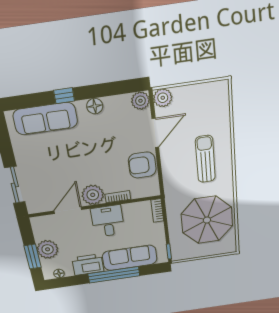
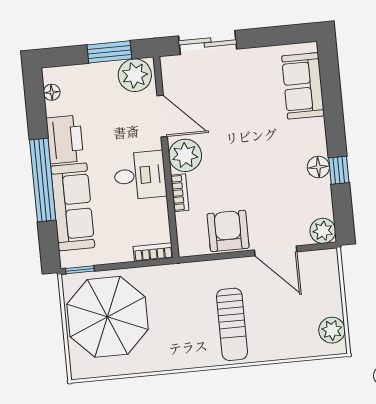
window: (64, 96) -> (339, 170), moved
plant: (163, 98) -> (332, 330), moved
sofa: (45, 119) -> (303, 86), width x0.73
sun lounger: (205, 159) -> (232, 324), turned 90
parasol: (207, 220) -> (108, 317), moved
plant: (48, 249) -> (135, 75), moved
window: (33, 257) -> (109, 52), moved

